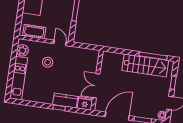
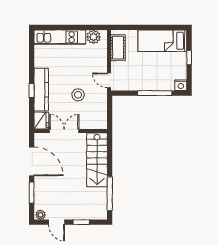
door: (60, 43) -> (109, 80), swing flipped
stool: (48, 62) -> (78, 95), moved
stairs: (145, 65) -> (97, 160), moved
kitchen counter: (65, 101) -> (41, 90), width x1.50

